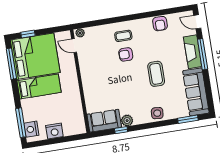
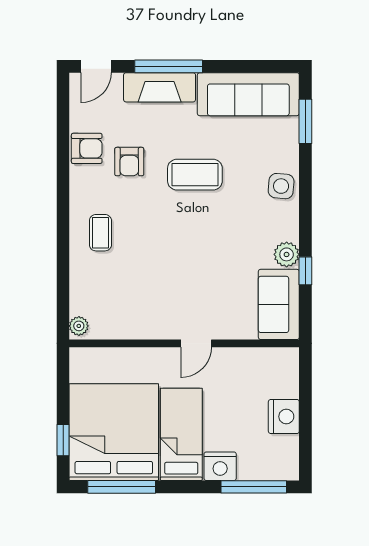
door: (74, 46) -> (196, 343), moved
armchair: (126, 54) -> (129, 162), moved
nightstand: (31, 129) -> (220, 466), moved

